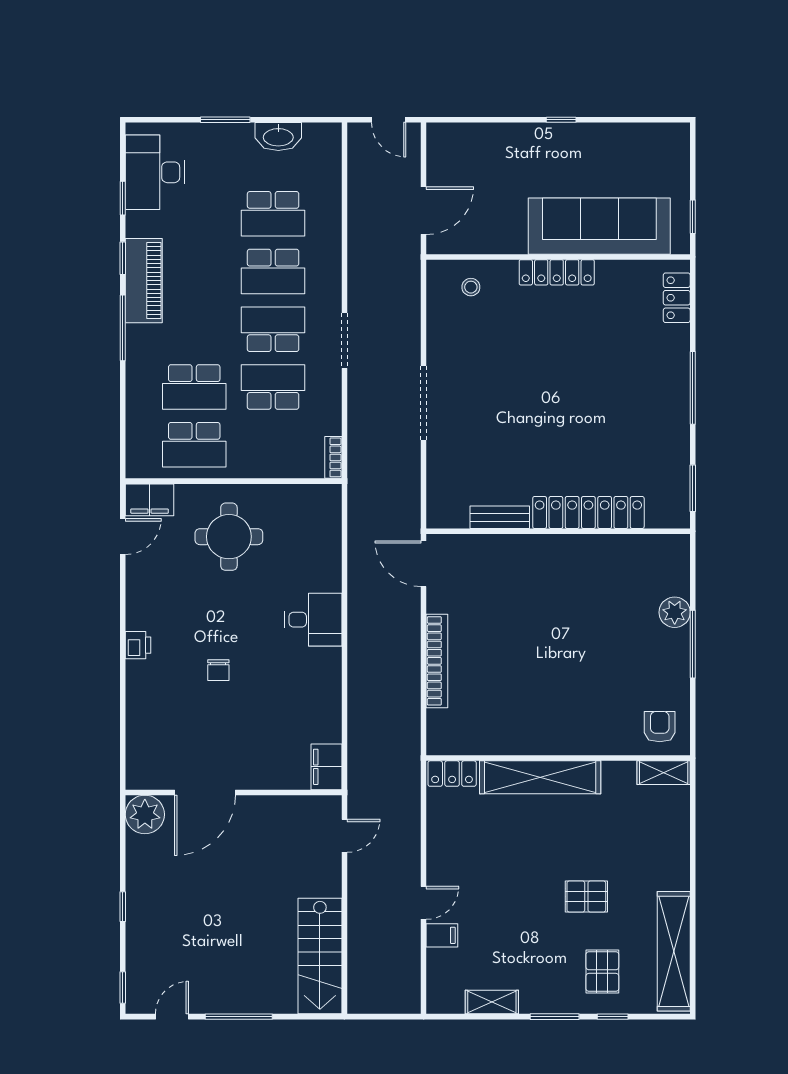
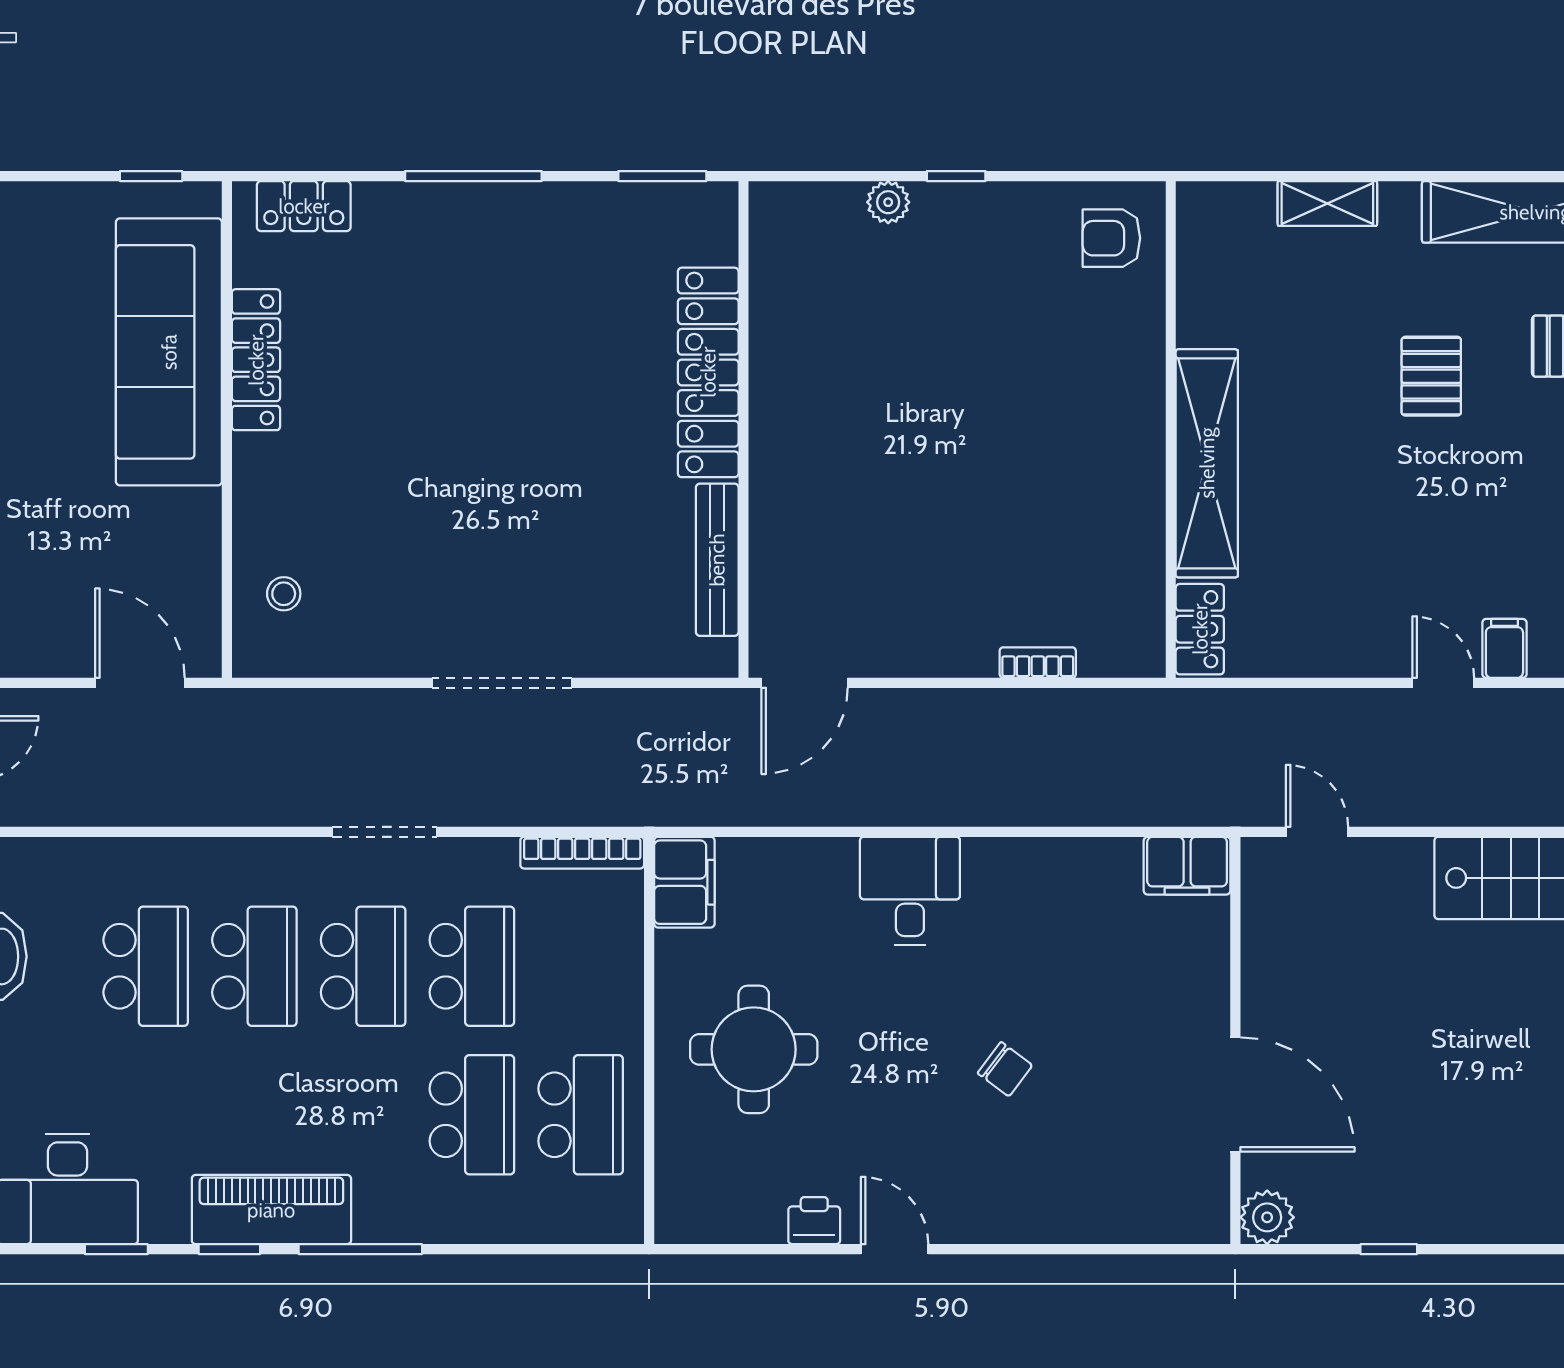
locker: (557, 272) -> (256, 360), moved
school desk: (273, 329) -> (363, 966), turned 180
school desk: (273, 387) -> (472, 966), turned 180
bookcase: (333, 457) -> (582, 853), width x1.56
filing cabinet: (150, 500) -> (684, 882), moved
bench: (500, 517) -> (717, 560), width x1.36
door: (123, 537) -> (895, 1249), moved
plant: (675, 612) -> (888, 202), width x0.73, depth x0.73
window: (693, 644) -> (956, 176), width x0.46
printer: (138, 645) -> (814, 1221), moved
bookcase: (437, 661) -> (1038, 663), width x0.43, depth x0.76
chair: (218, 670) -> (1005, 1069), turned 37
shelving: (664, 773) -> (1327, 203), moved, turned 90
plant: (145, 814) -> (1267, 1217), width x0.73, depth x0.73
window: (123, 907) -> (1389, 1249), moved

